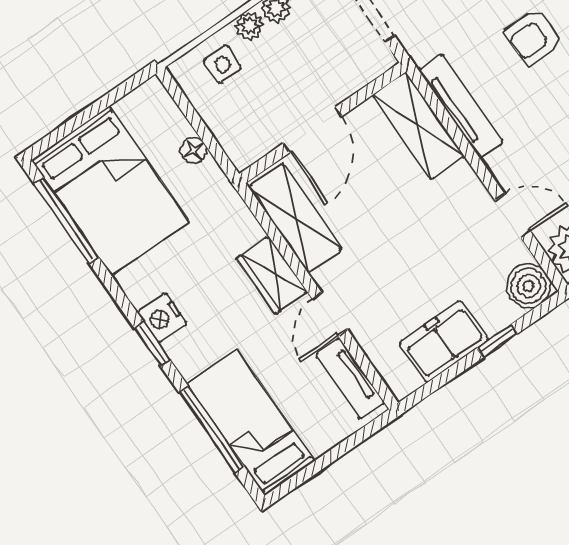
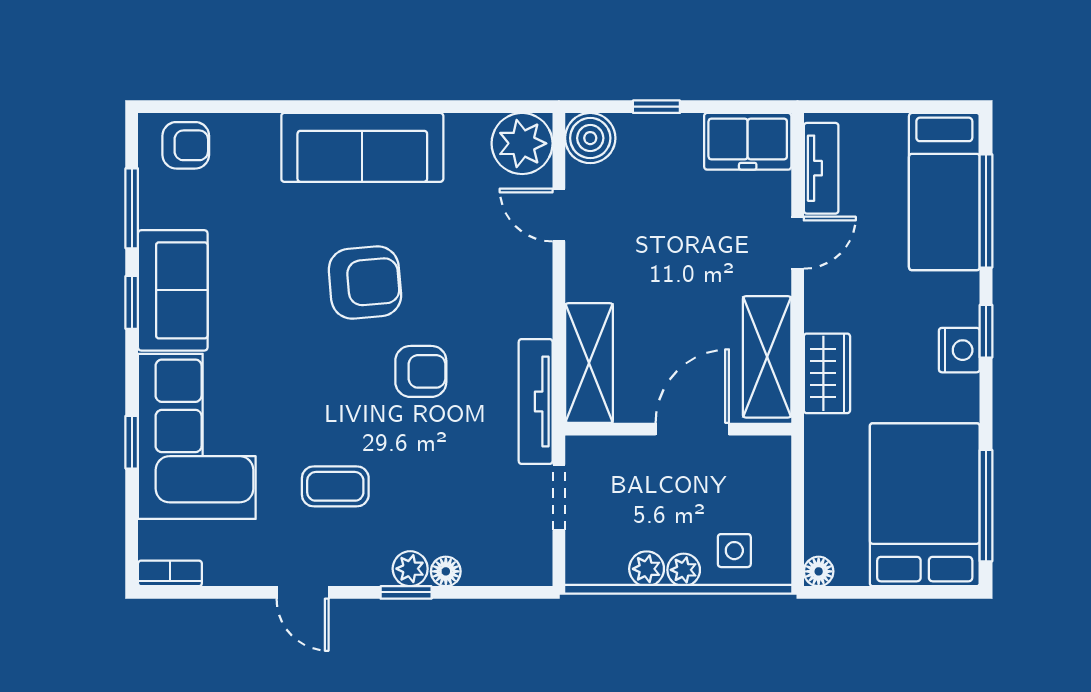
tv unit: (461, 106) -> (536, 401), moved
floor lamp: (194, 150) -> (819, 571), moved
wardrobe: (272, 275) -> (827, 373), moved
freezer: (444, 342) -> (748, 141), moved

